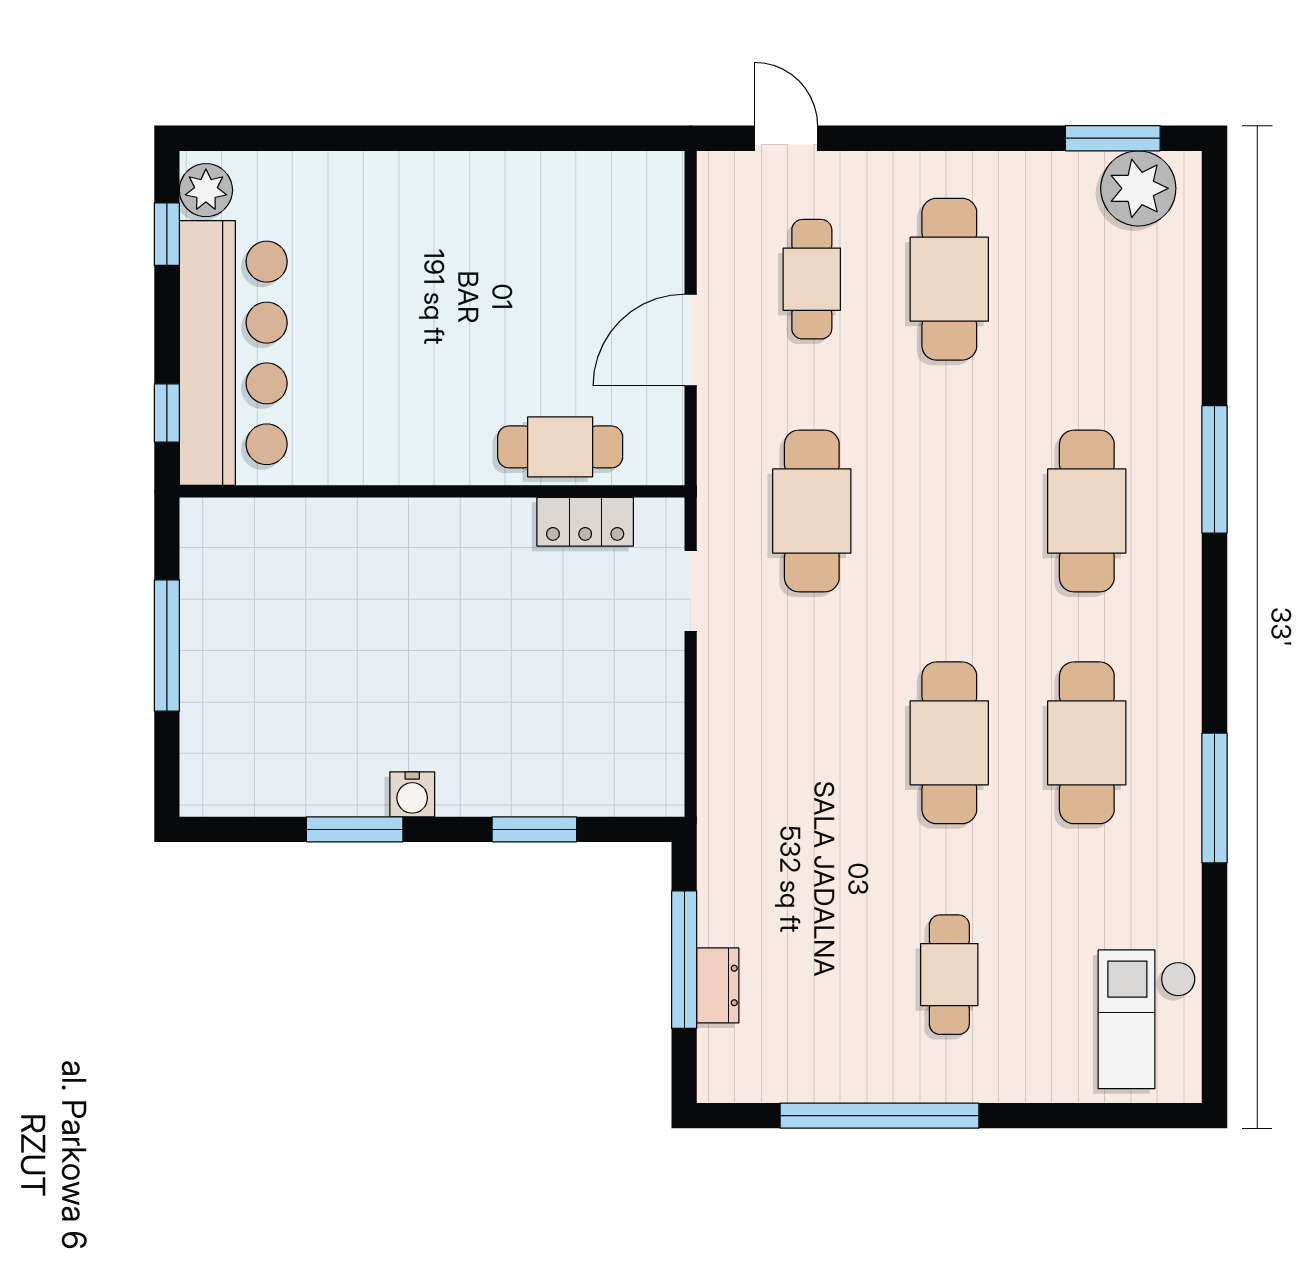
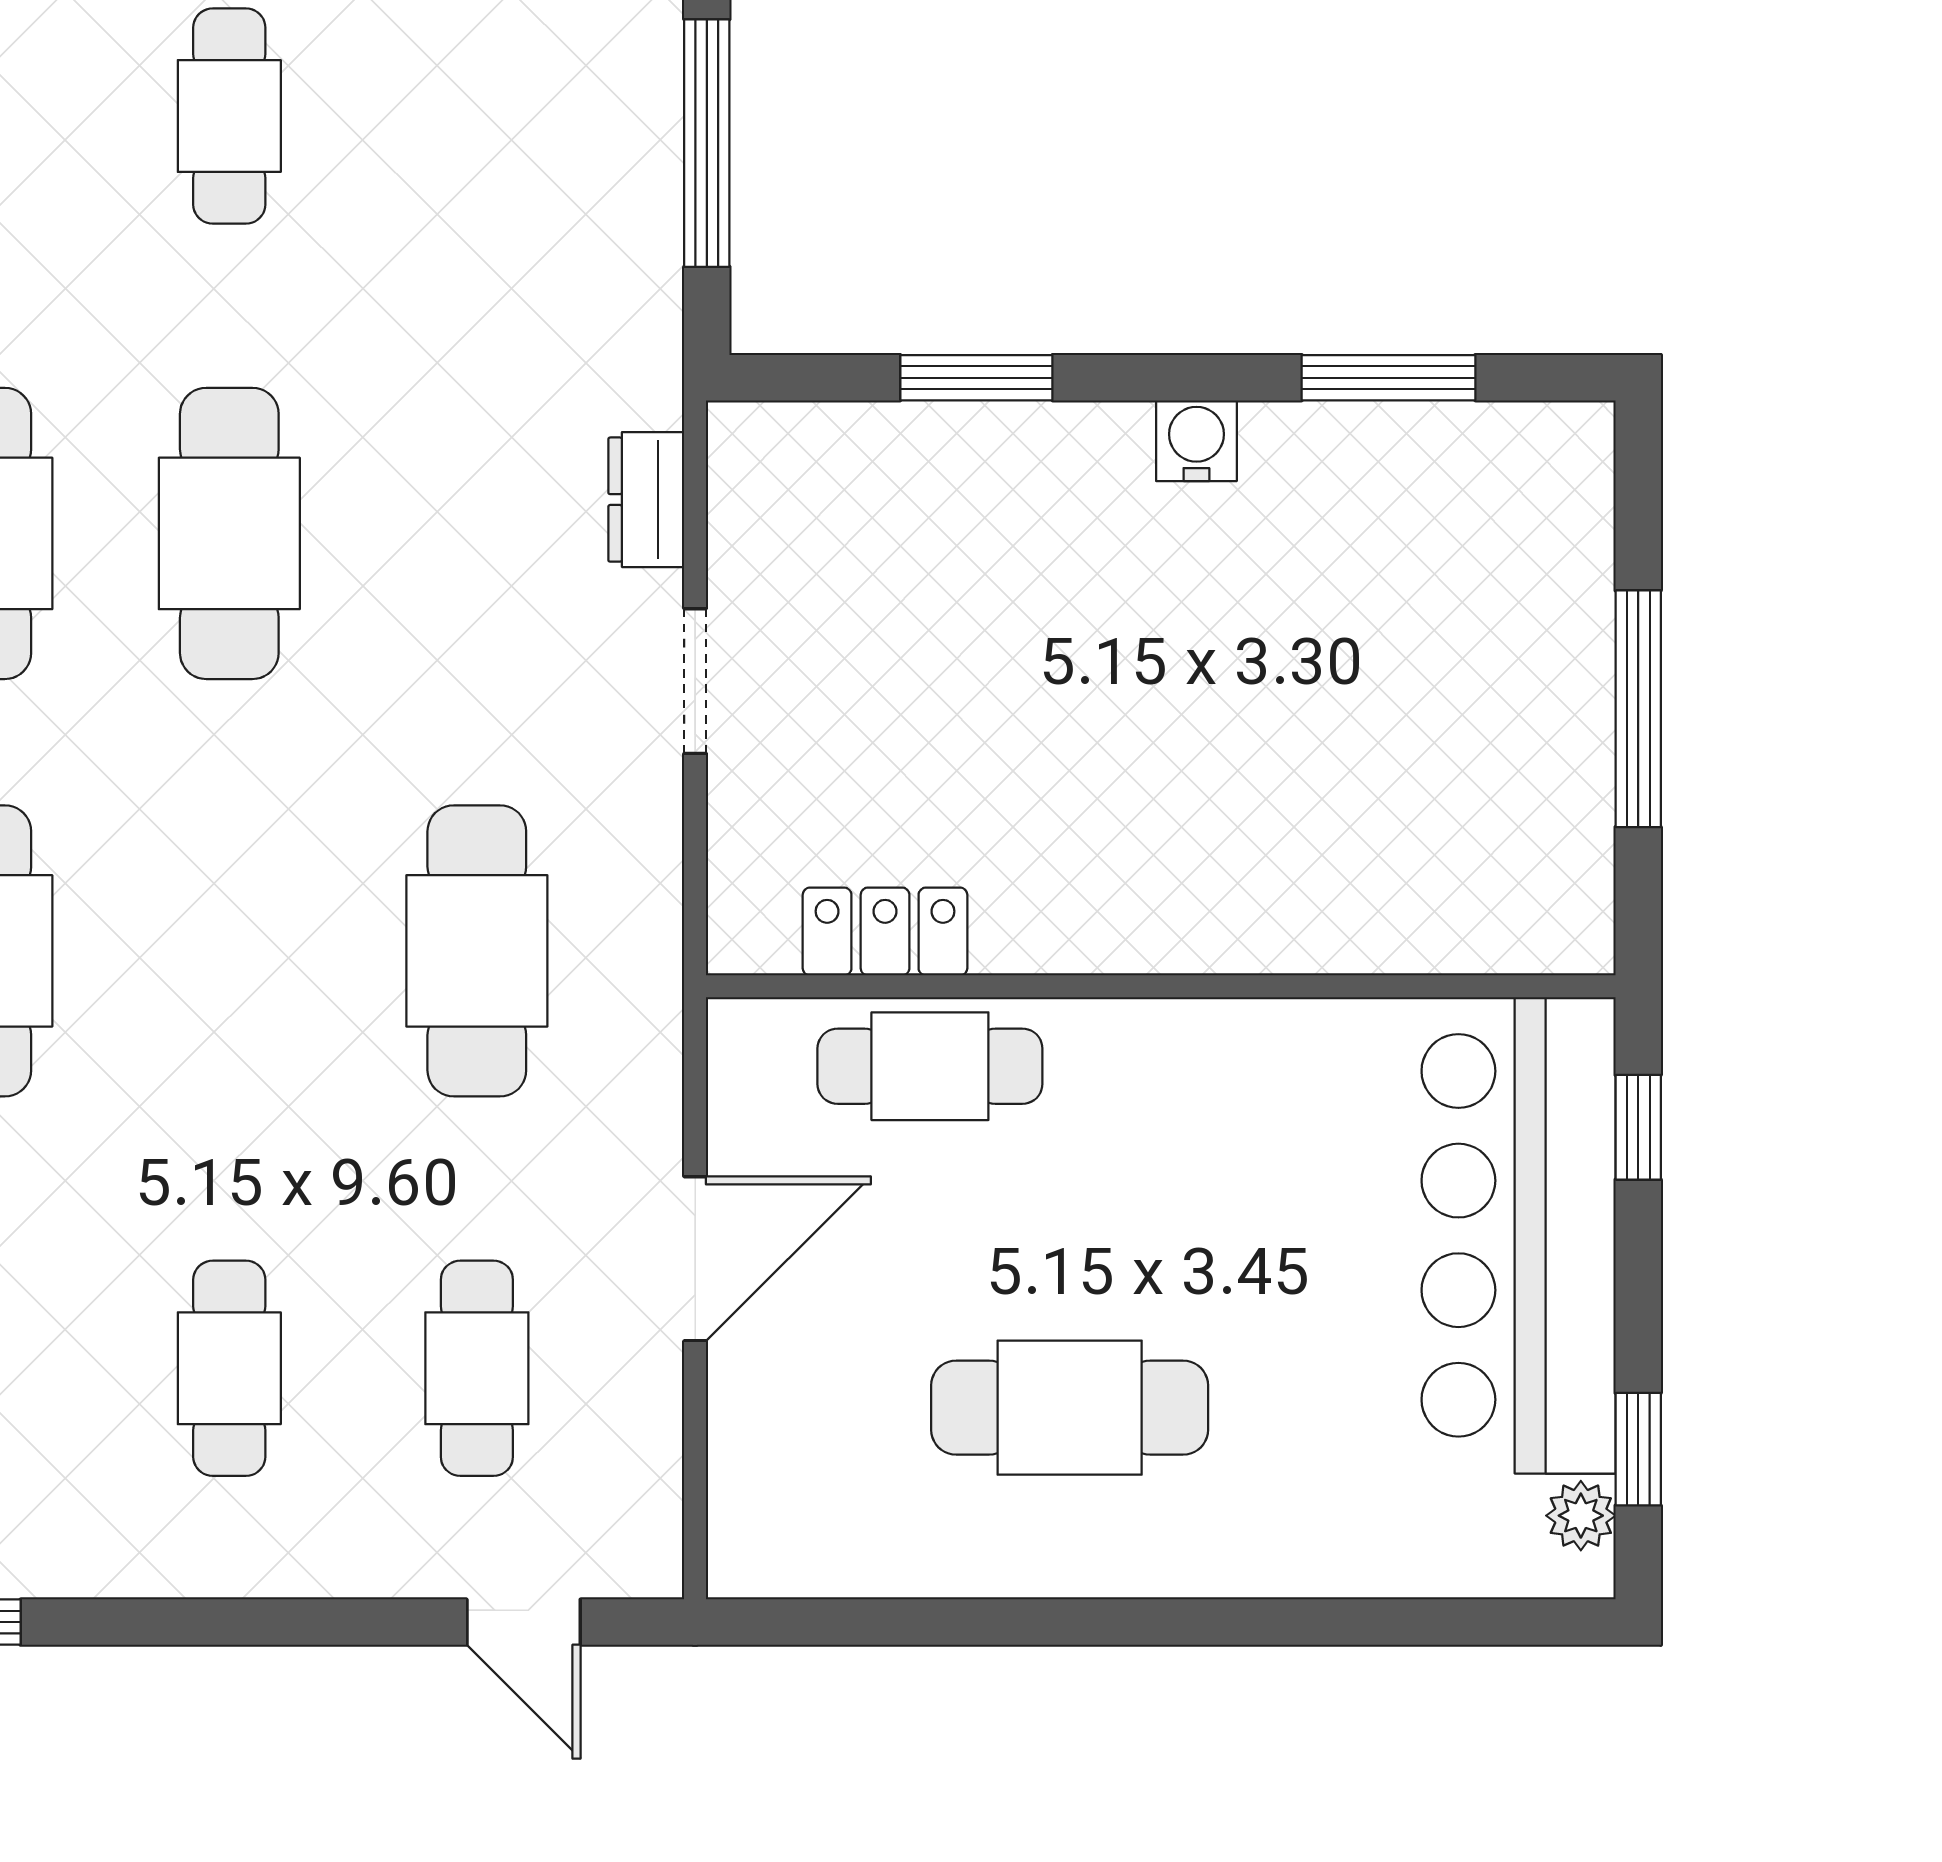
plant: (206, 190) -> (1581, 1516), width x0.73, depth x0.73
cafe table: (483, 257) -> (1070, 1408), added
cafe table: (949, 279) -> (229, 1368), width x0.73, depth x0.74
doorway: (691, 591) -> (695, 681), moved
window: (355, 829) -> (1388, 378), moved
dresser: (718, 985) -> (646, 500), moved

